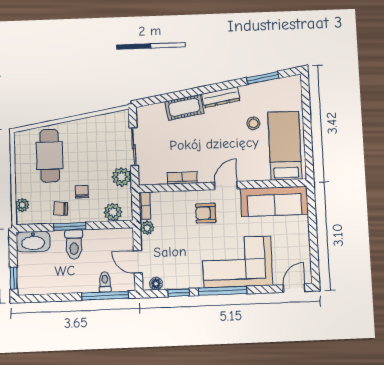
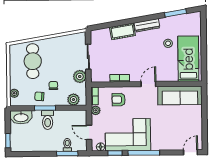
armchair: (206, 213) -> (119, 100), moved
corner sofa: (237, 262) -> (128, 135), moved
window: (105, 296) -> (67, 154), width x0.69

